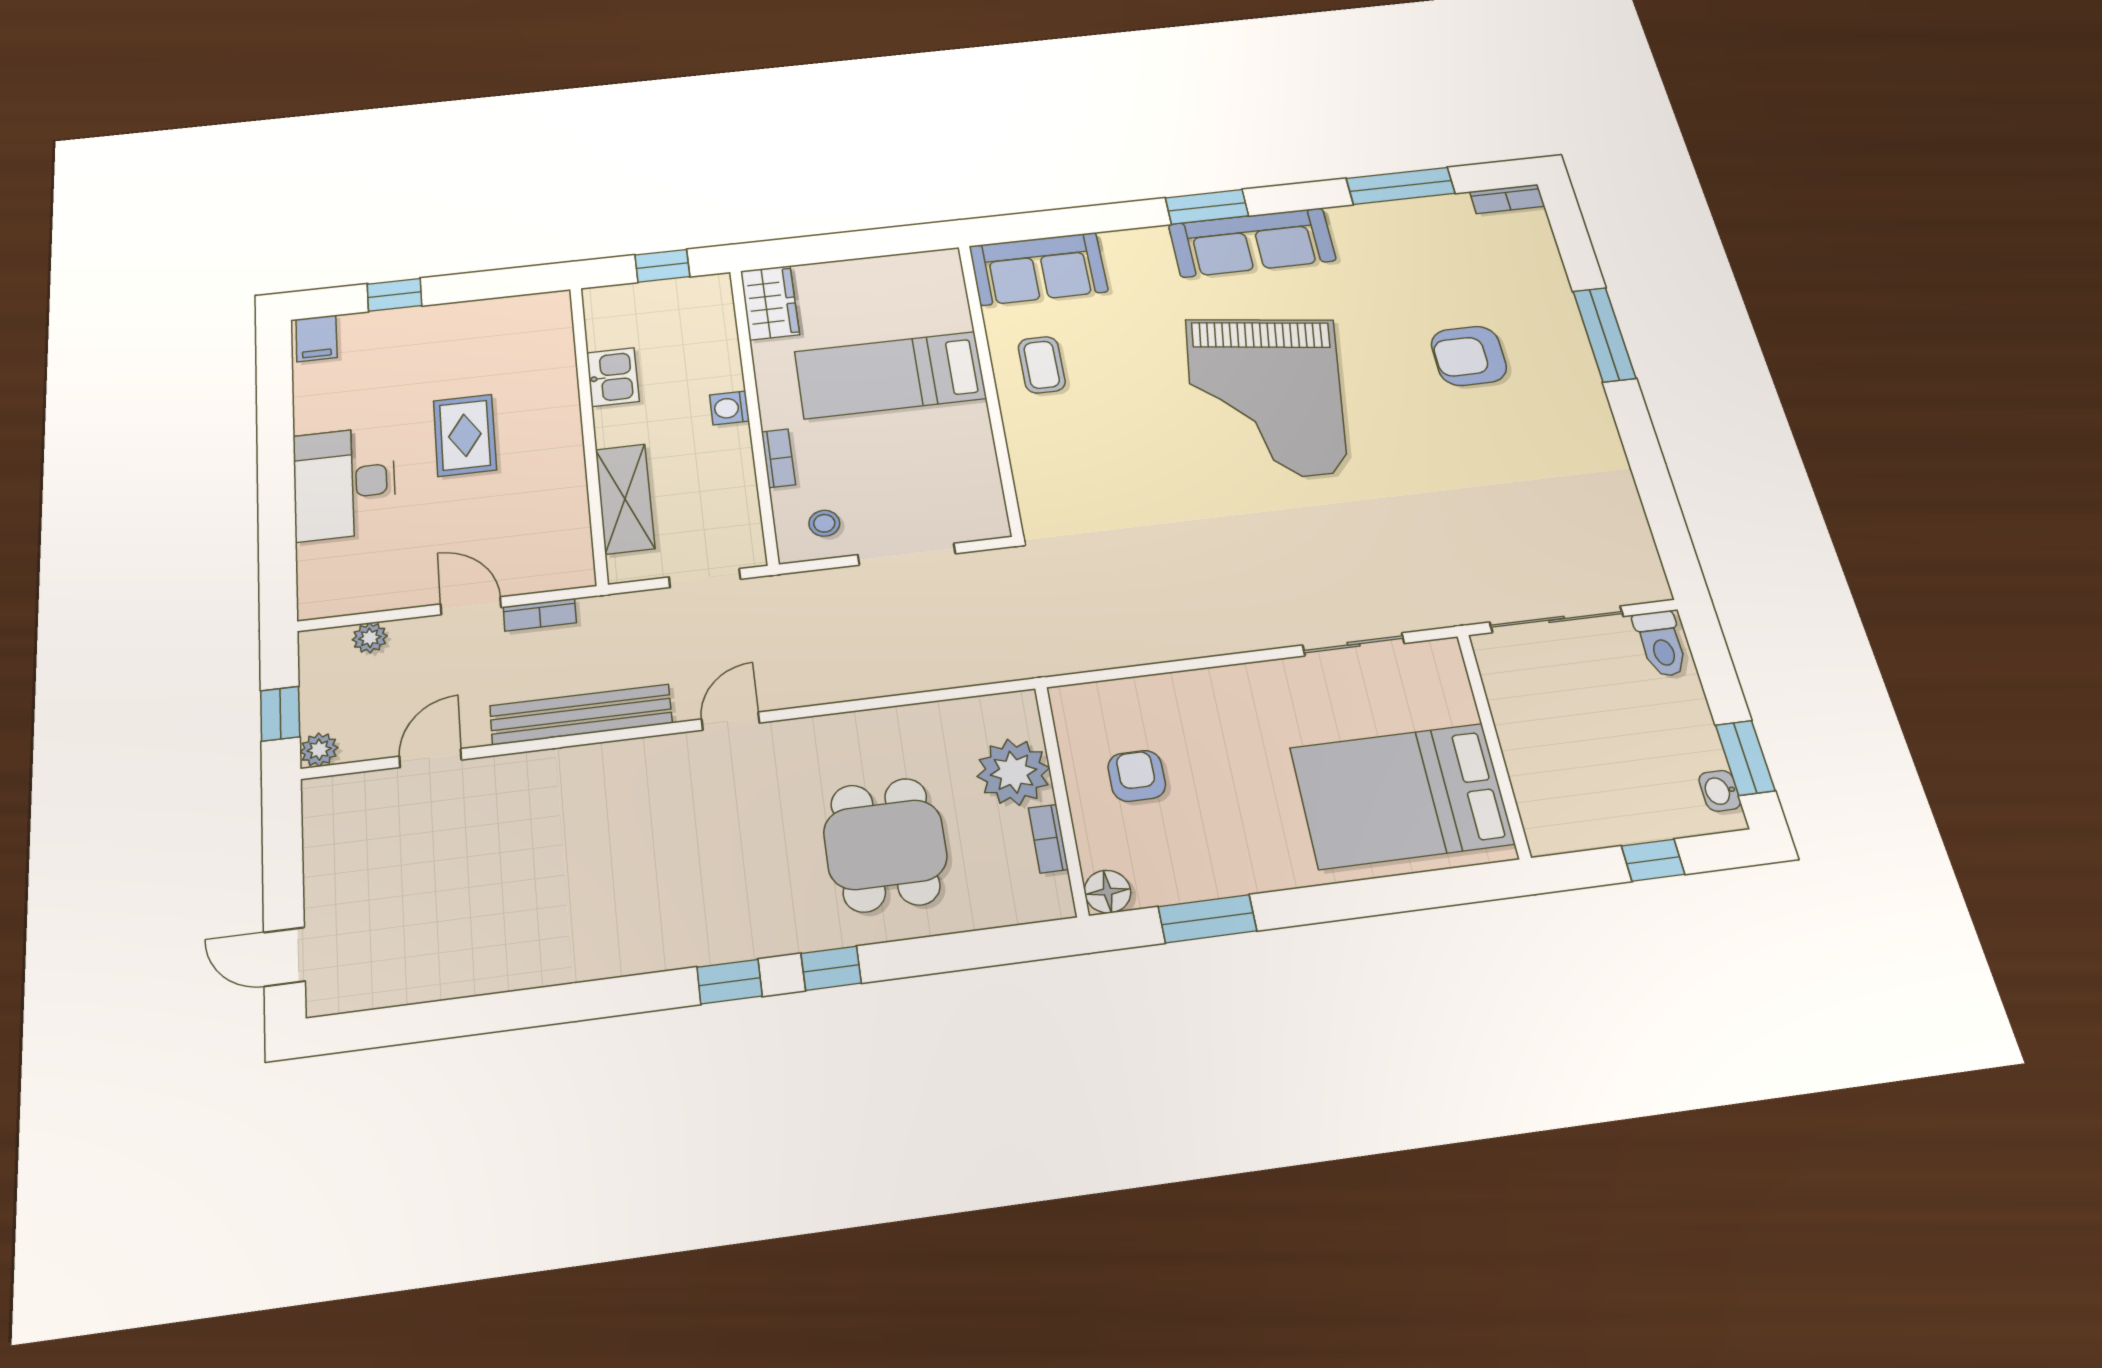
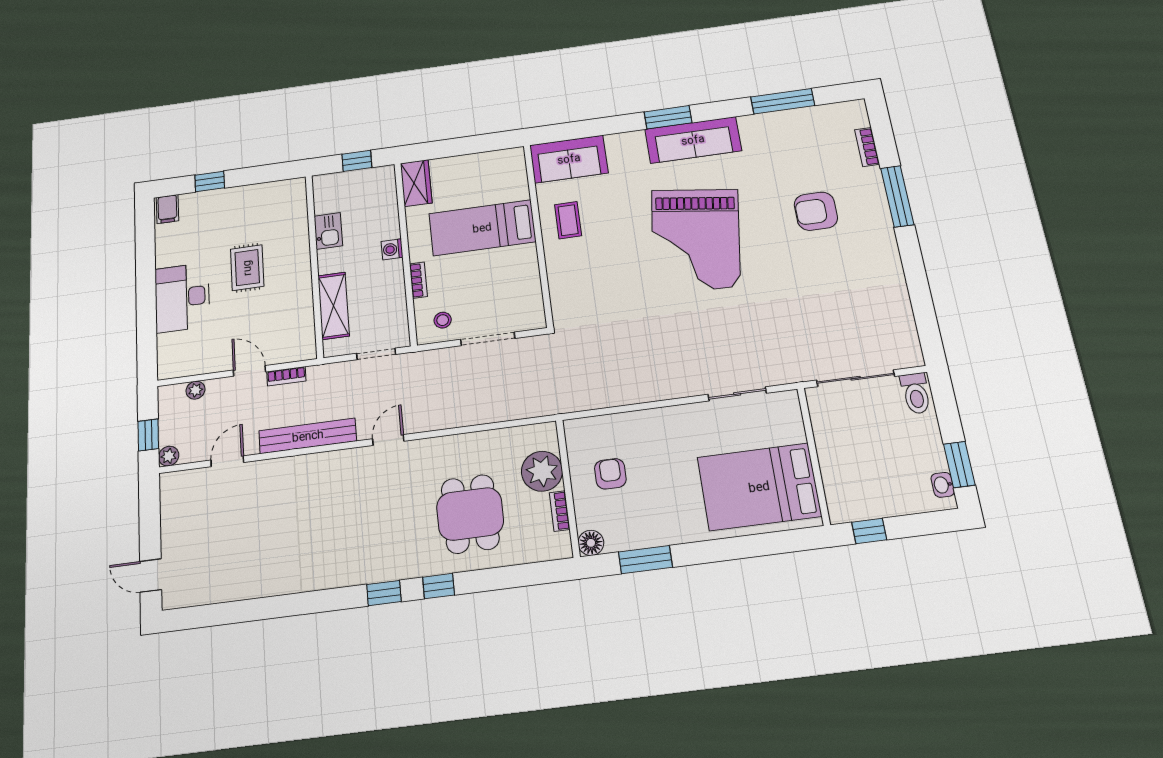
bookcase: (1507, 199) -> (867, 147), moved, turned 90
window: (1653, 860) -> (869, 531), moved

